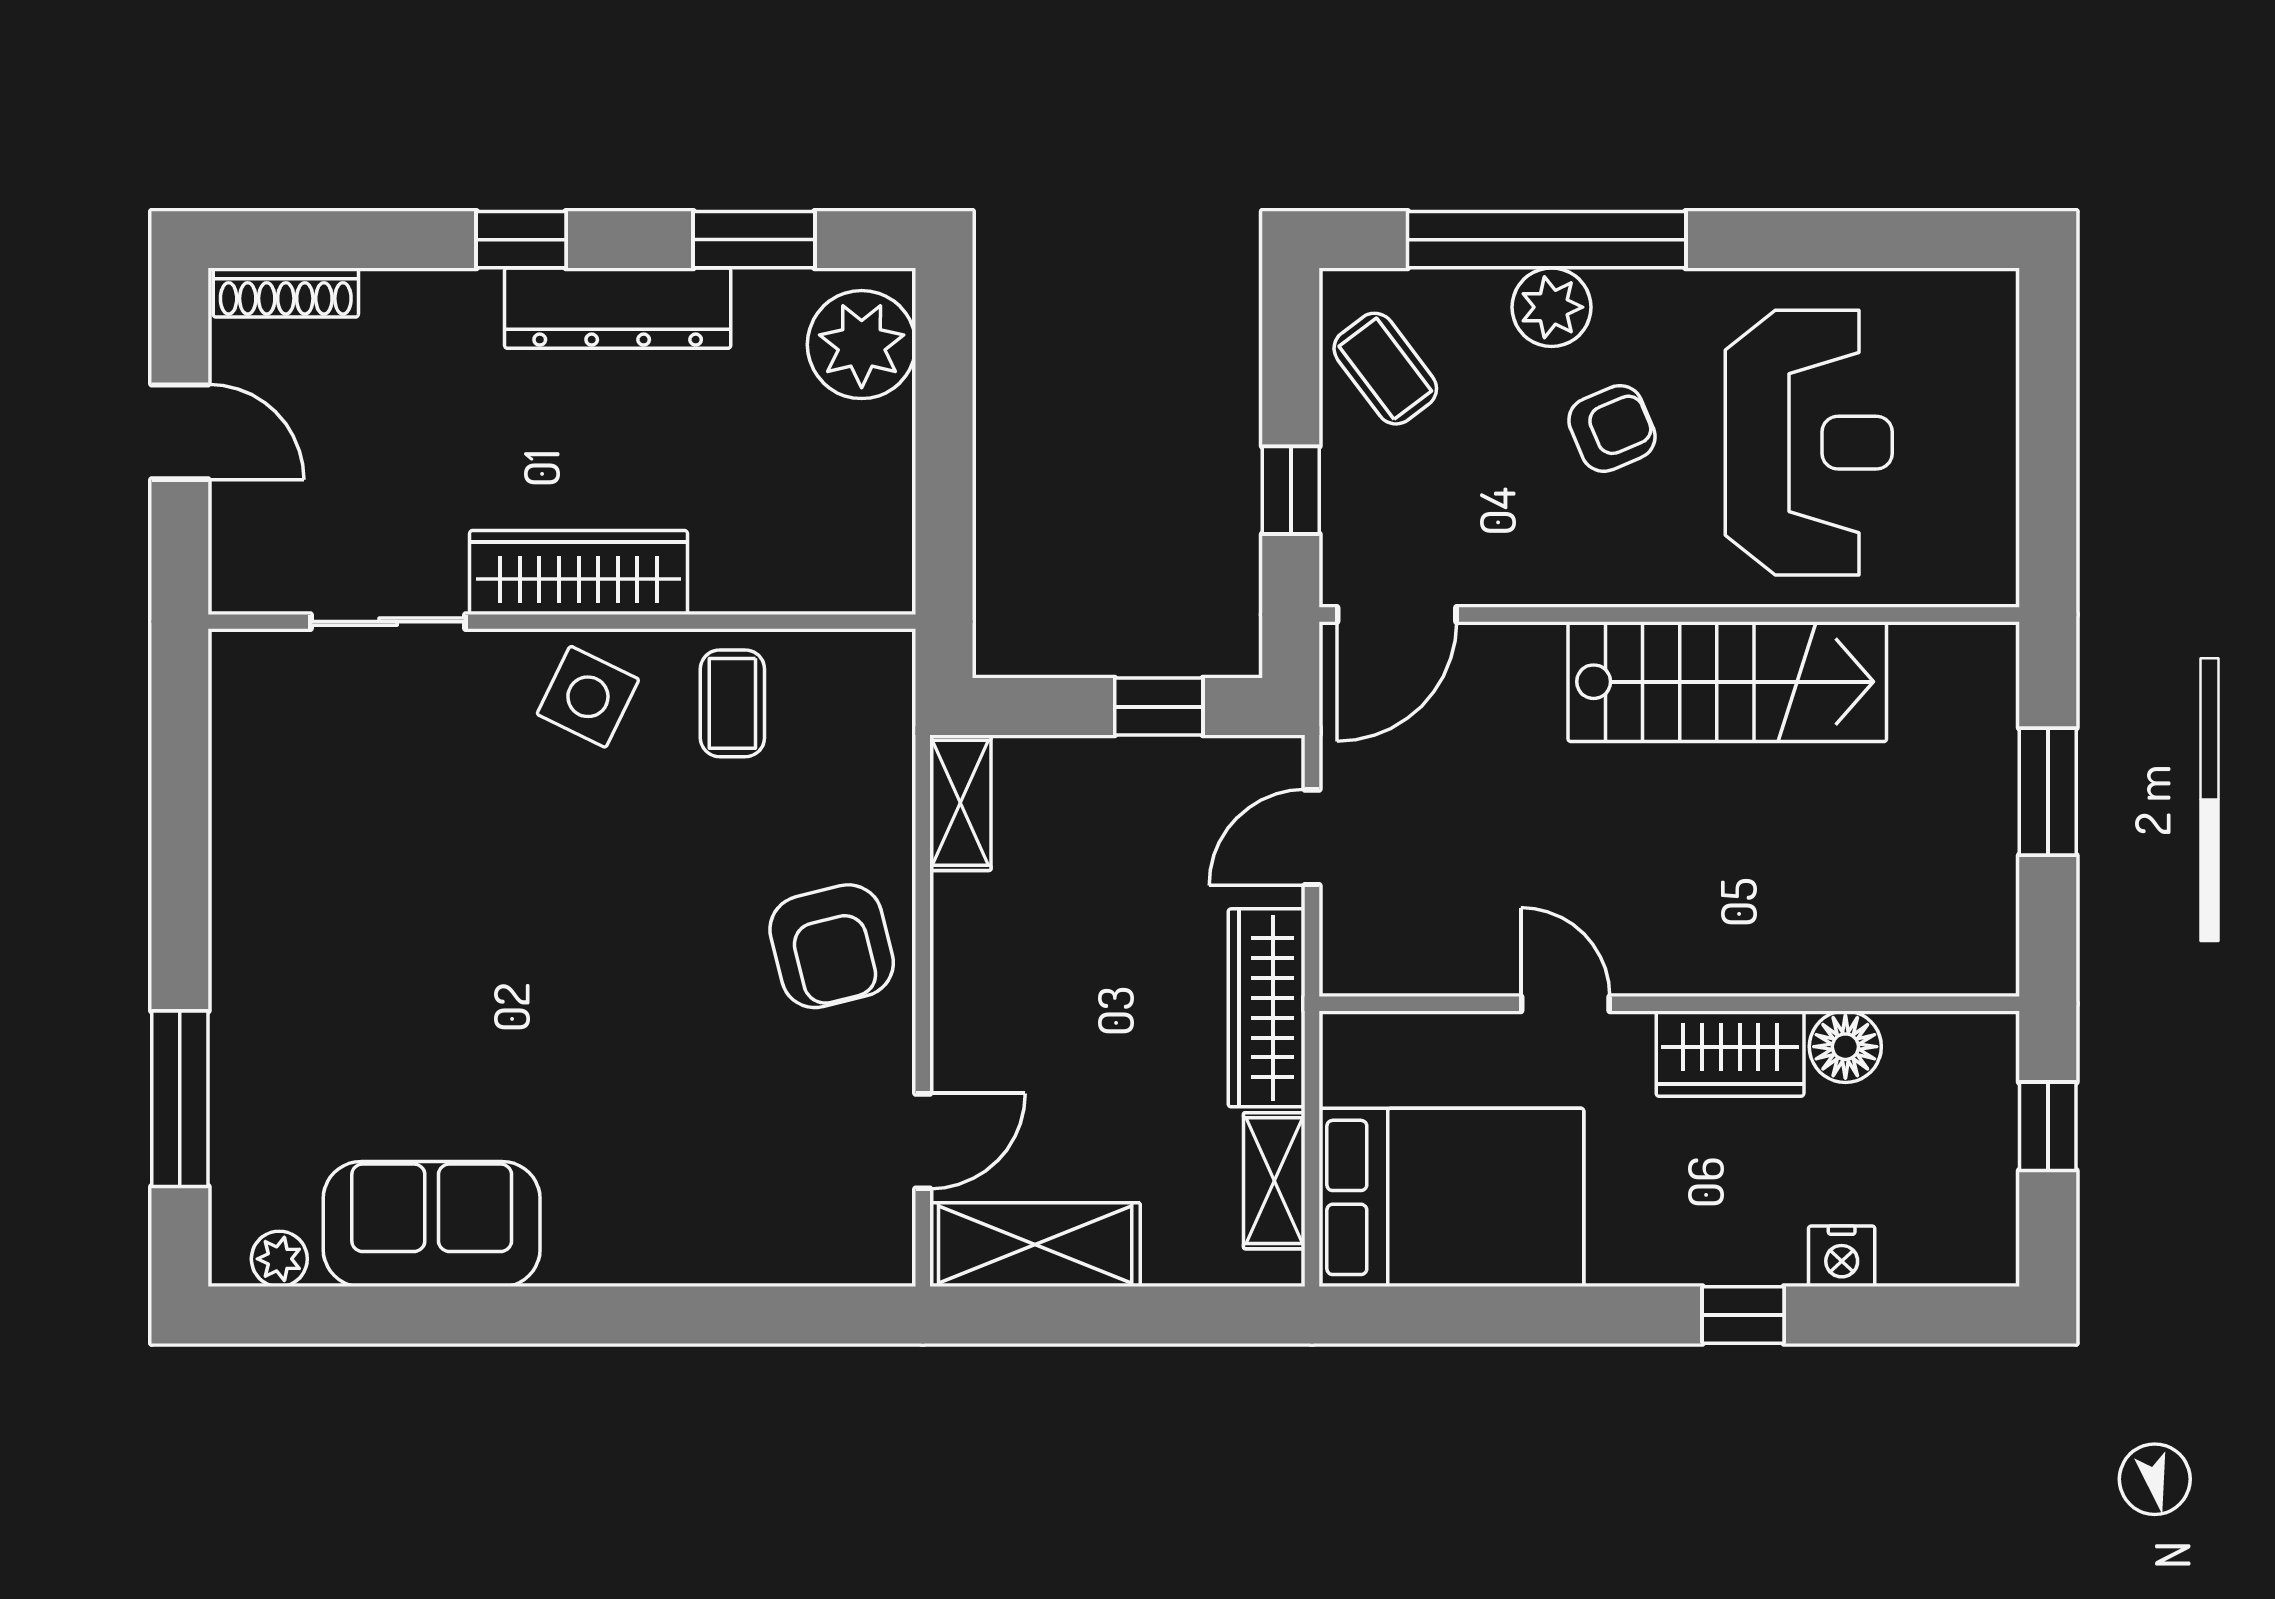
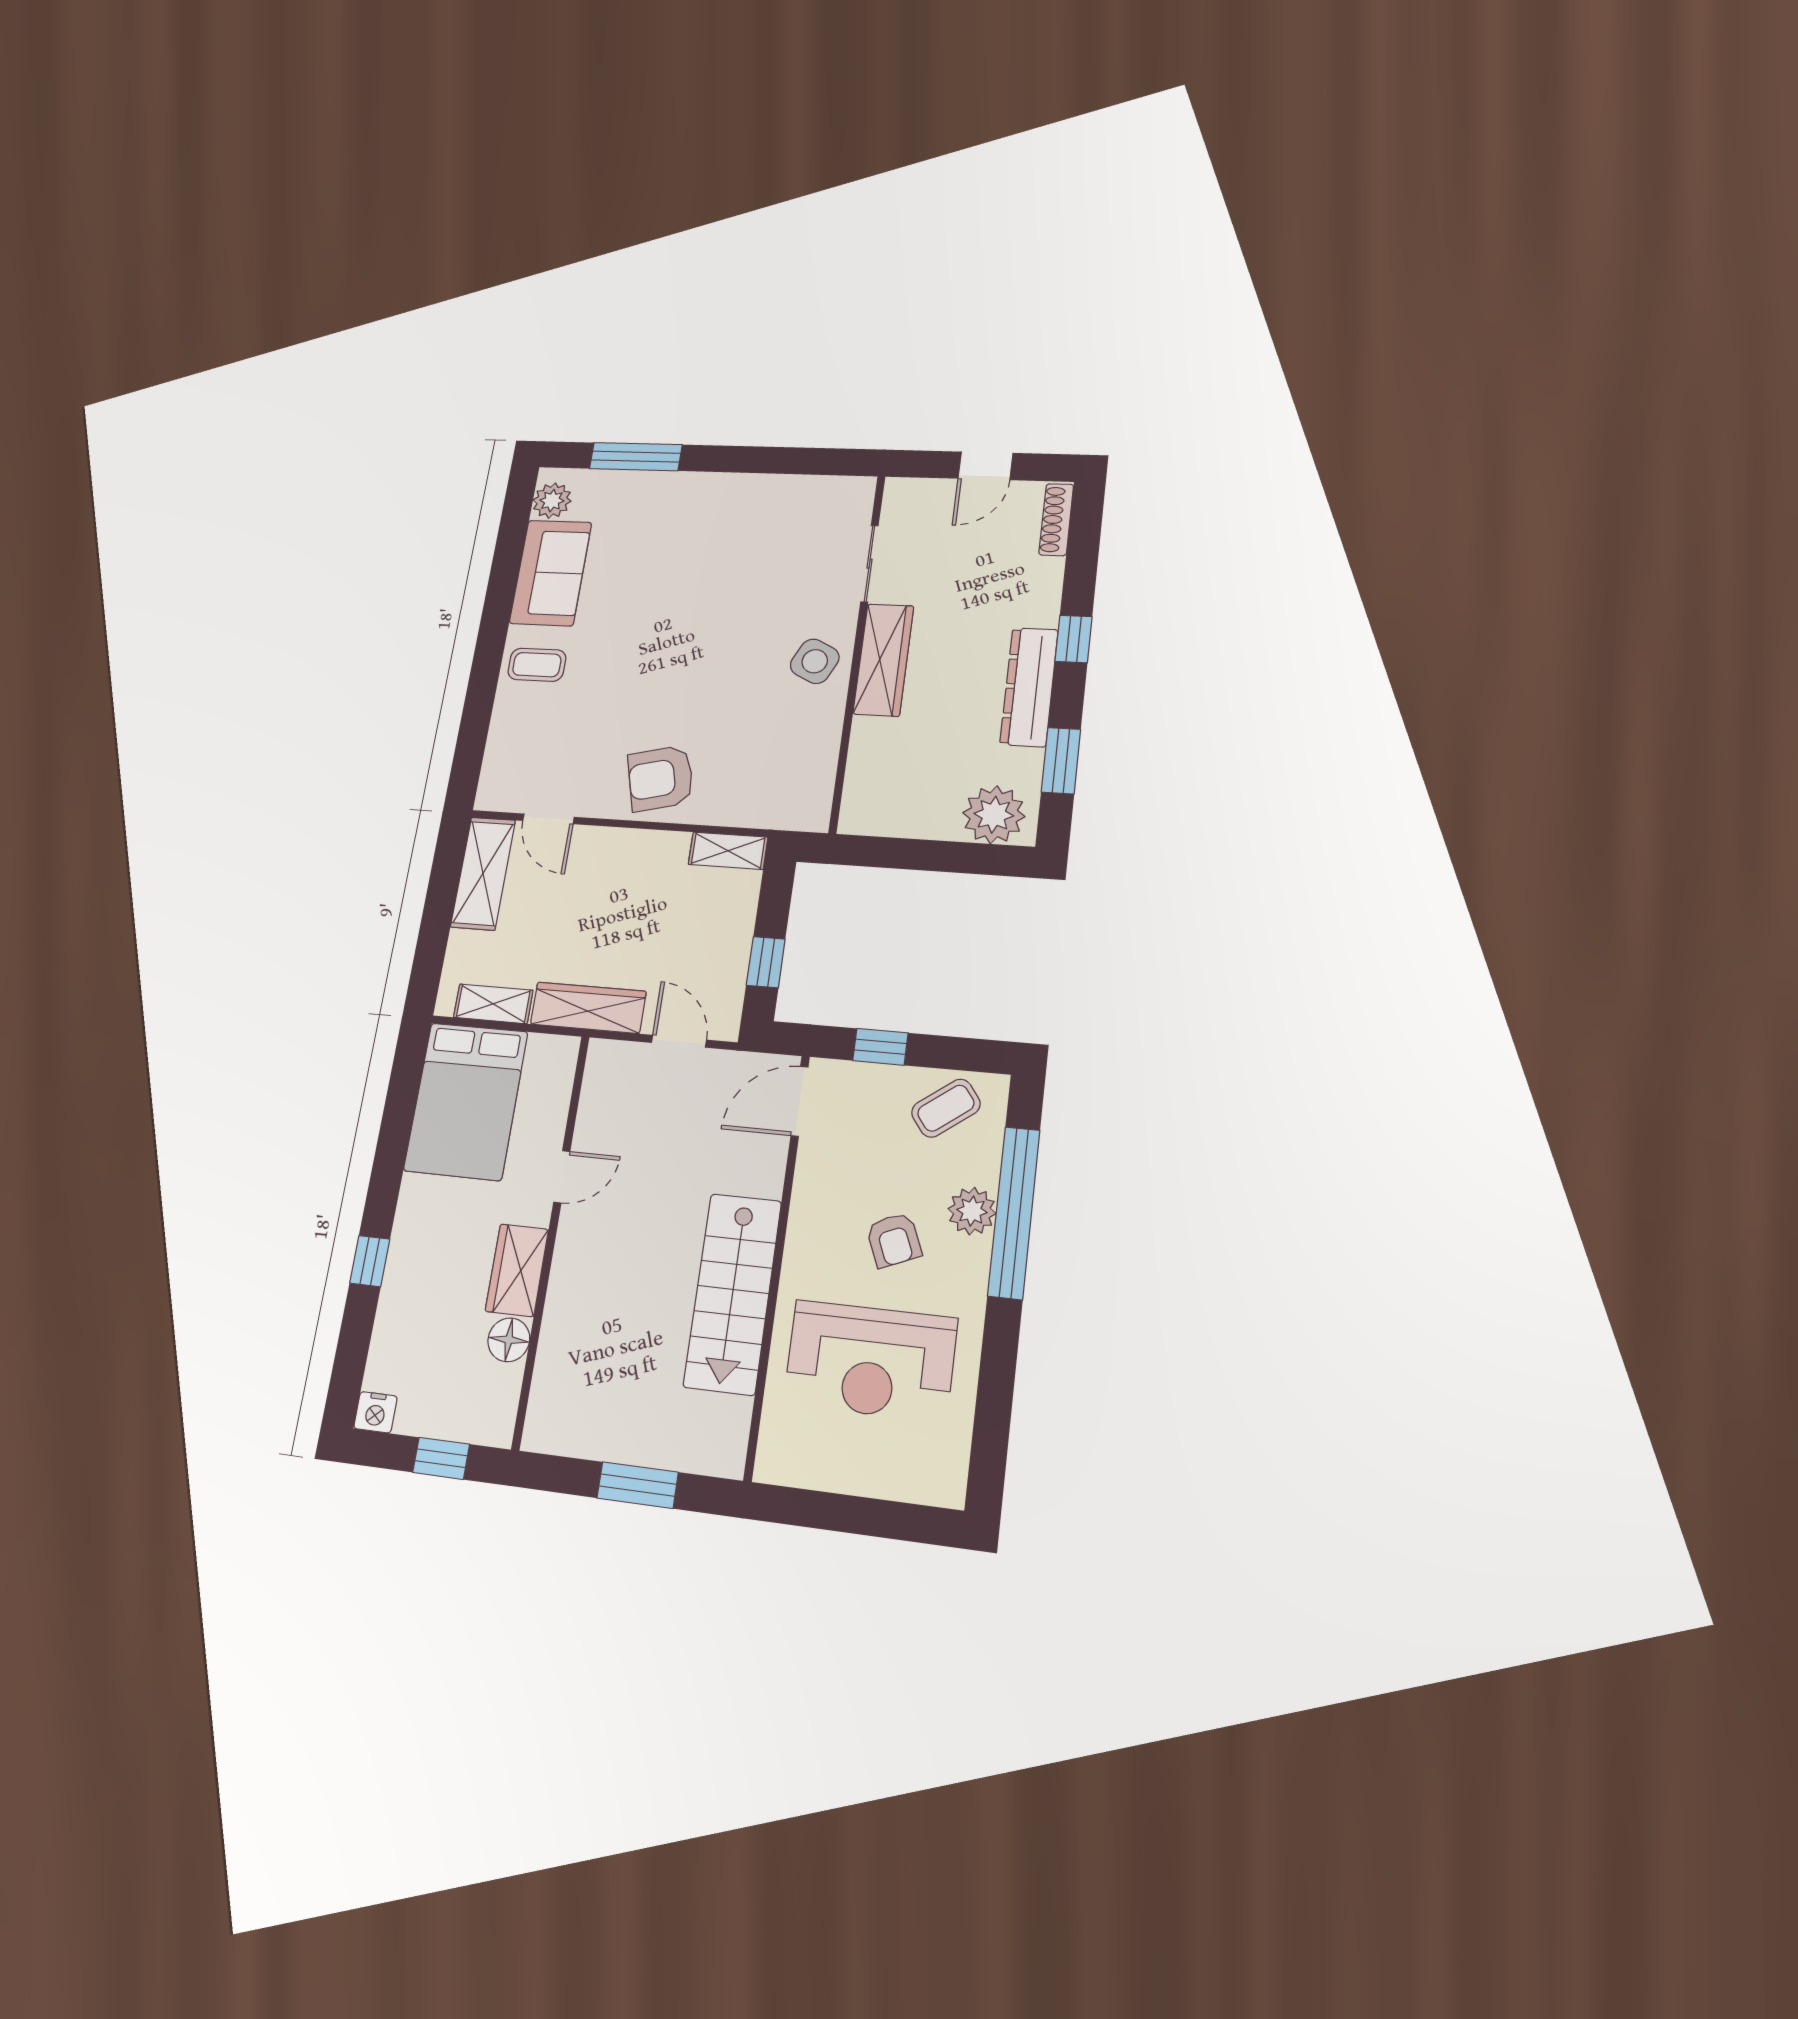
door: (1397, 615) -> (800, 1101), hinge flipped
coffee table: (732, 703) -> (537, 665), moved
nightstand: (1842, 1256) -> (375, 1412), moved, turned -90
plant: (279, 1259) -> (552, 501), width x1.38, depth x1.38

